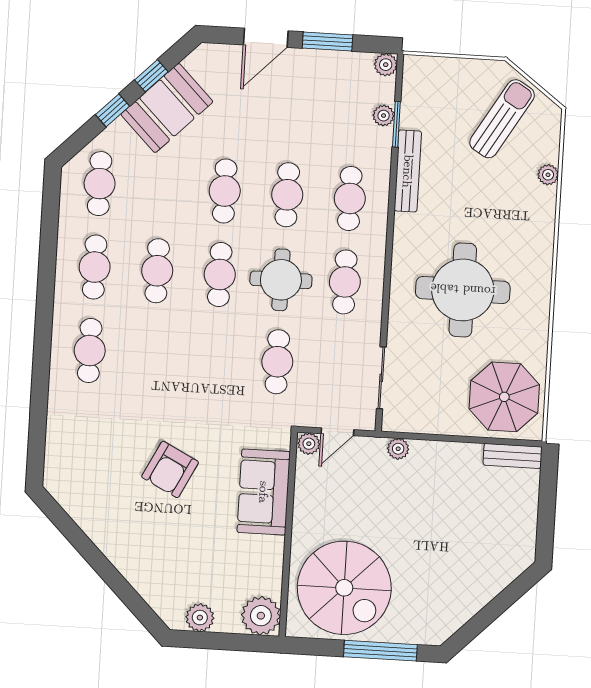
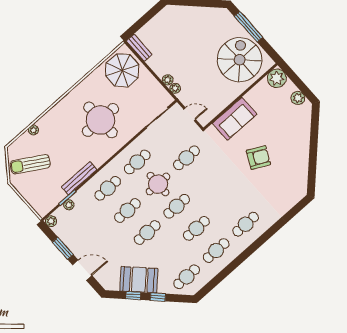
plant: (309, 444) -> (168, 80), moved

